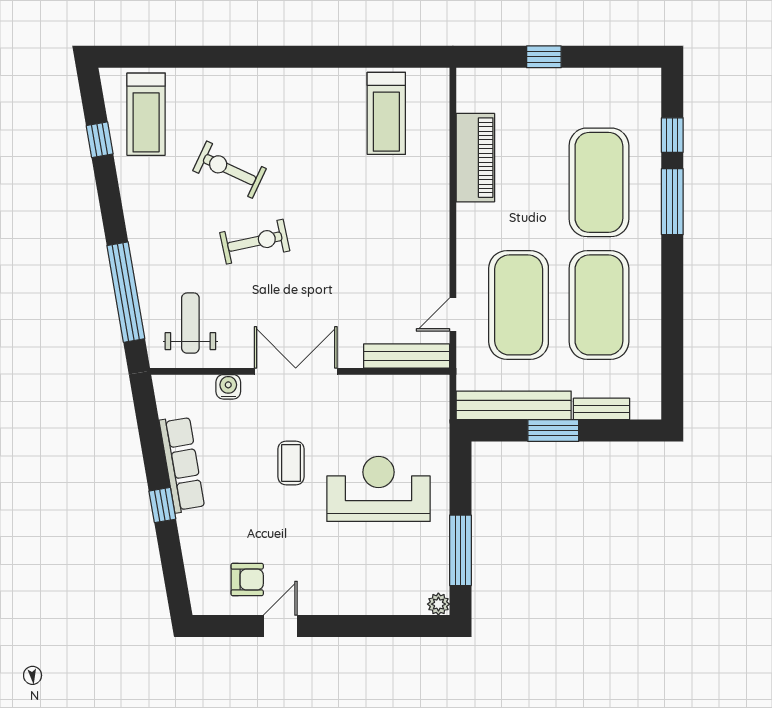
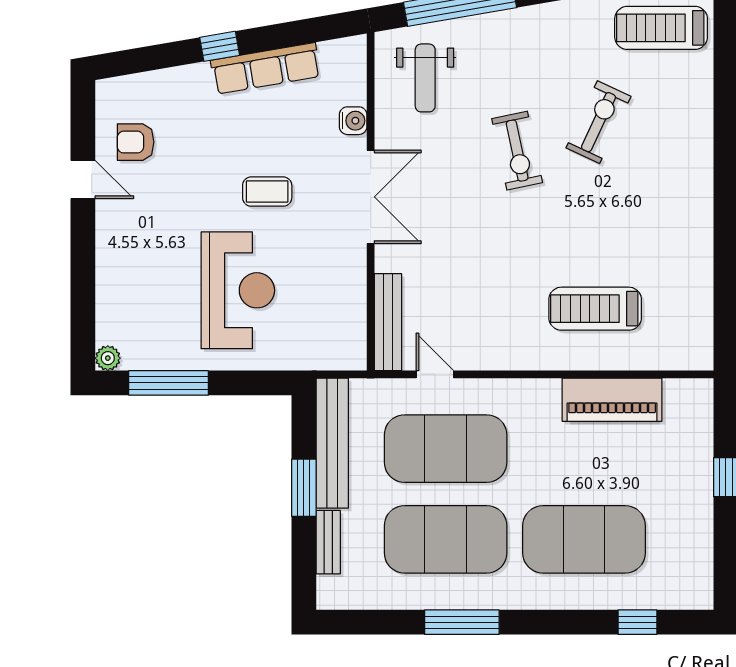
treadmill: (386, 113) -> (595, 309), moved
window: (672, 202) -> (462, 622), moved
weight bench: (190, 323) -> (425, 78), turned 90
armchair: (247, 579) -> (136, 142), turned 90

